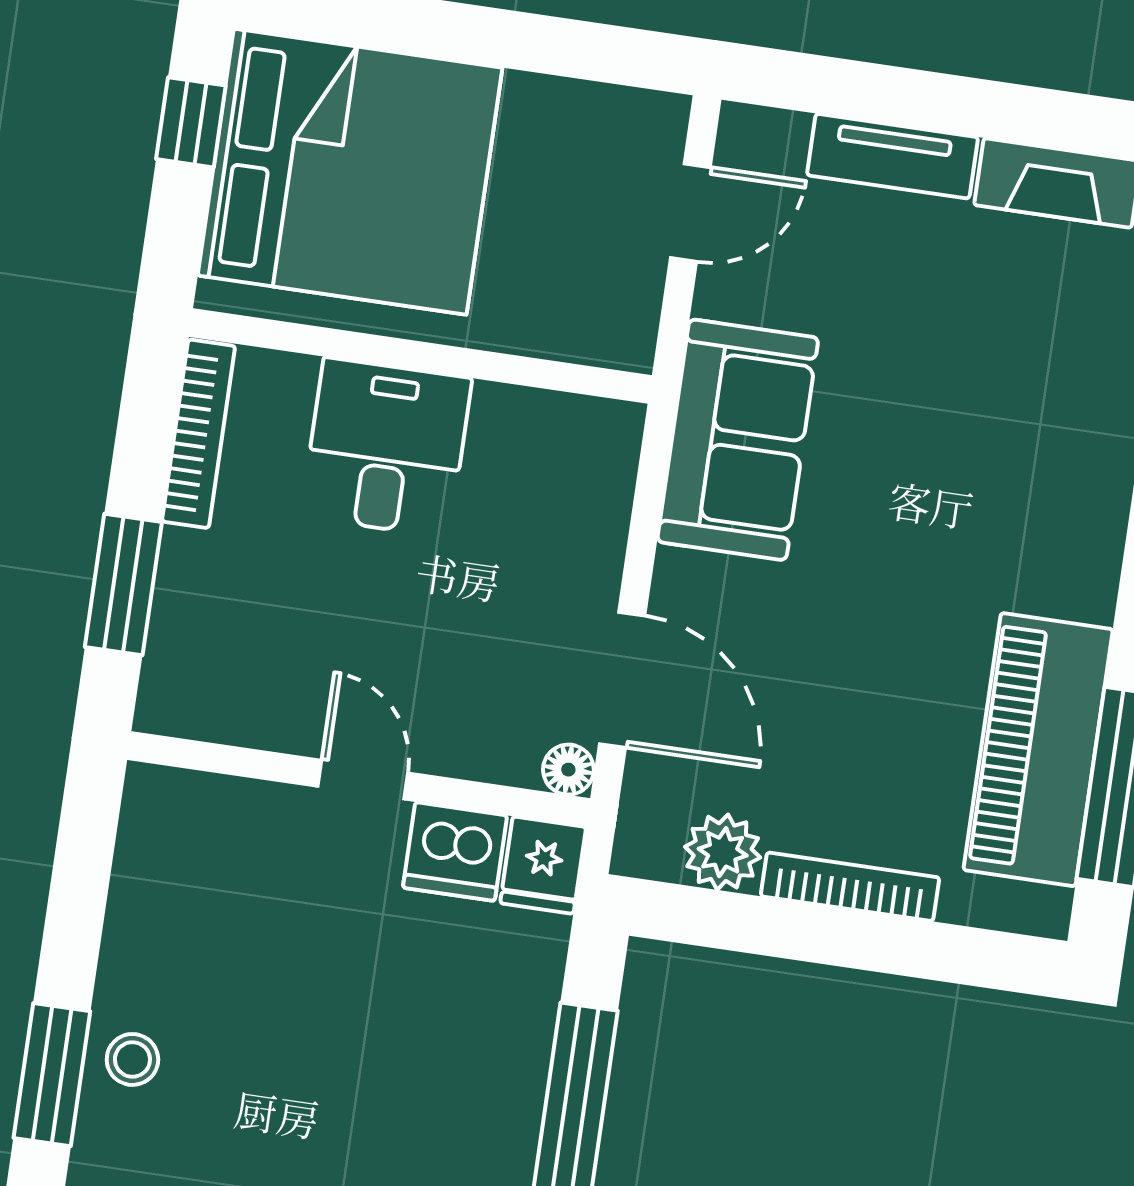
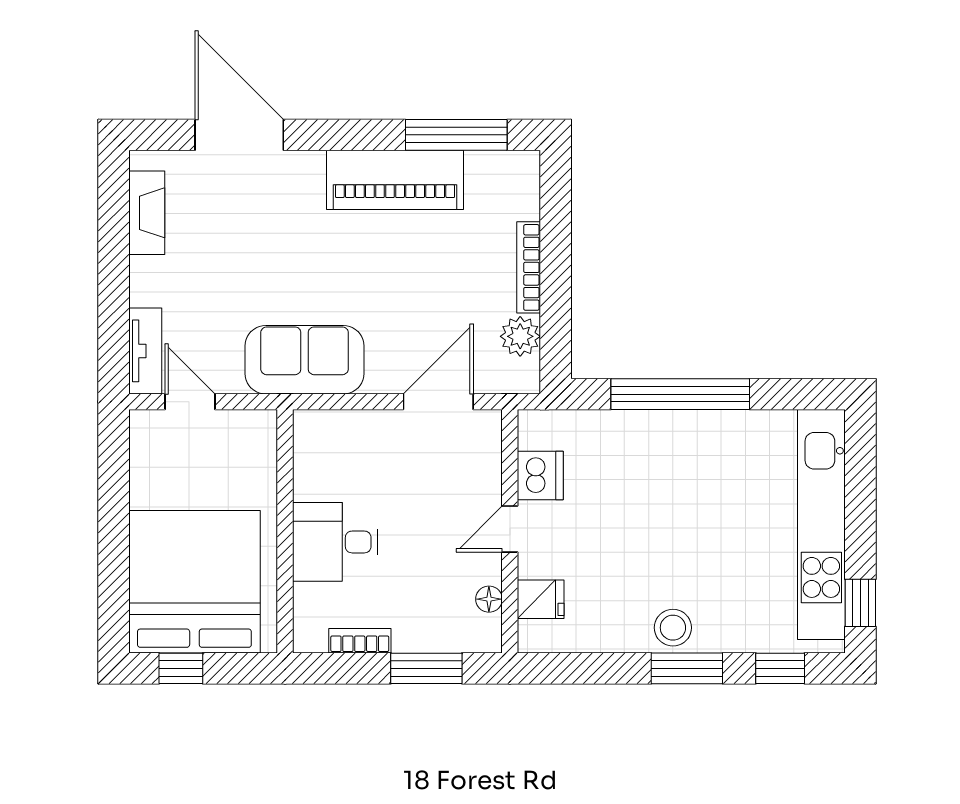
tv unit: (893, 156) -> (145, 351), moved
bookcase: (199, 434) -> (360, 641), width x0.64
piano: (1038, 750) -> (395, 180), moved
floor lamp: (568, 770) -> (489, 599), moved
fridge: (543, 865) -> (541, 599), moved
stool: (132, 1059) -> (673, 628), width x1.37, depth x1.37

